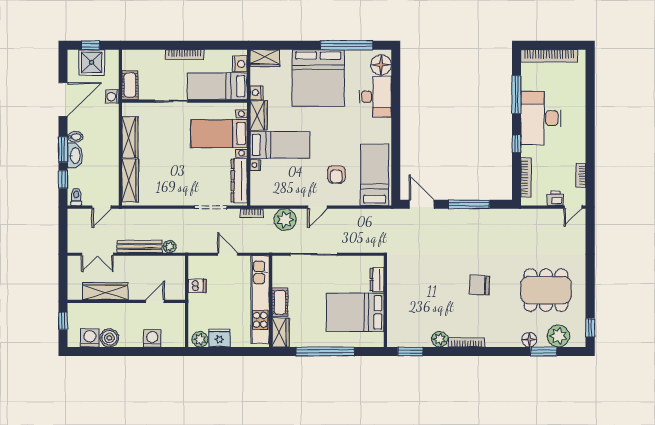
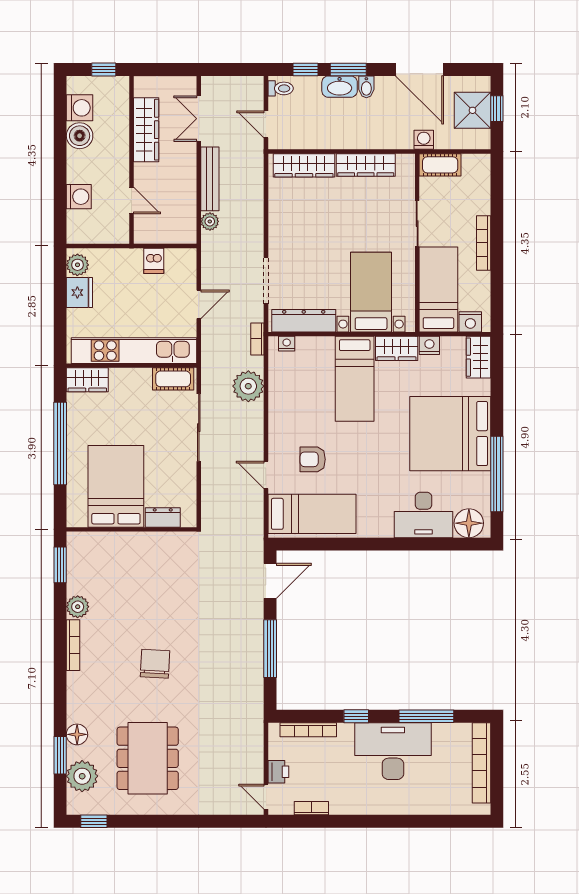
nightstand: (255, 165) -> (287, 344), moved
door: (317, 207) -> (266, 475), moved
cot: (280, 302) -> (173, 379), moved

